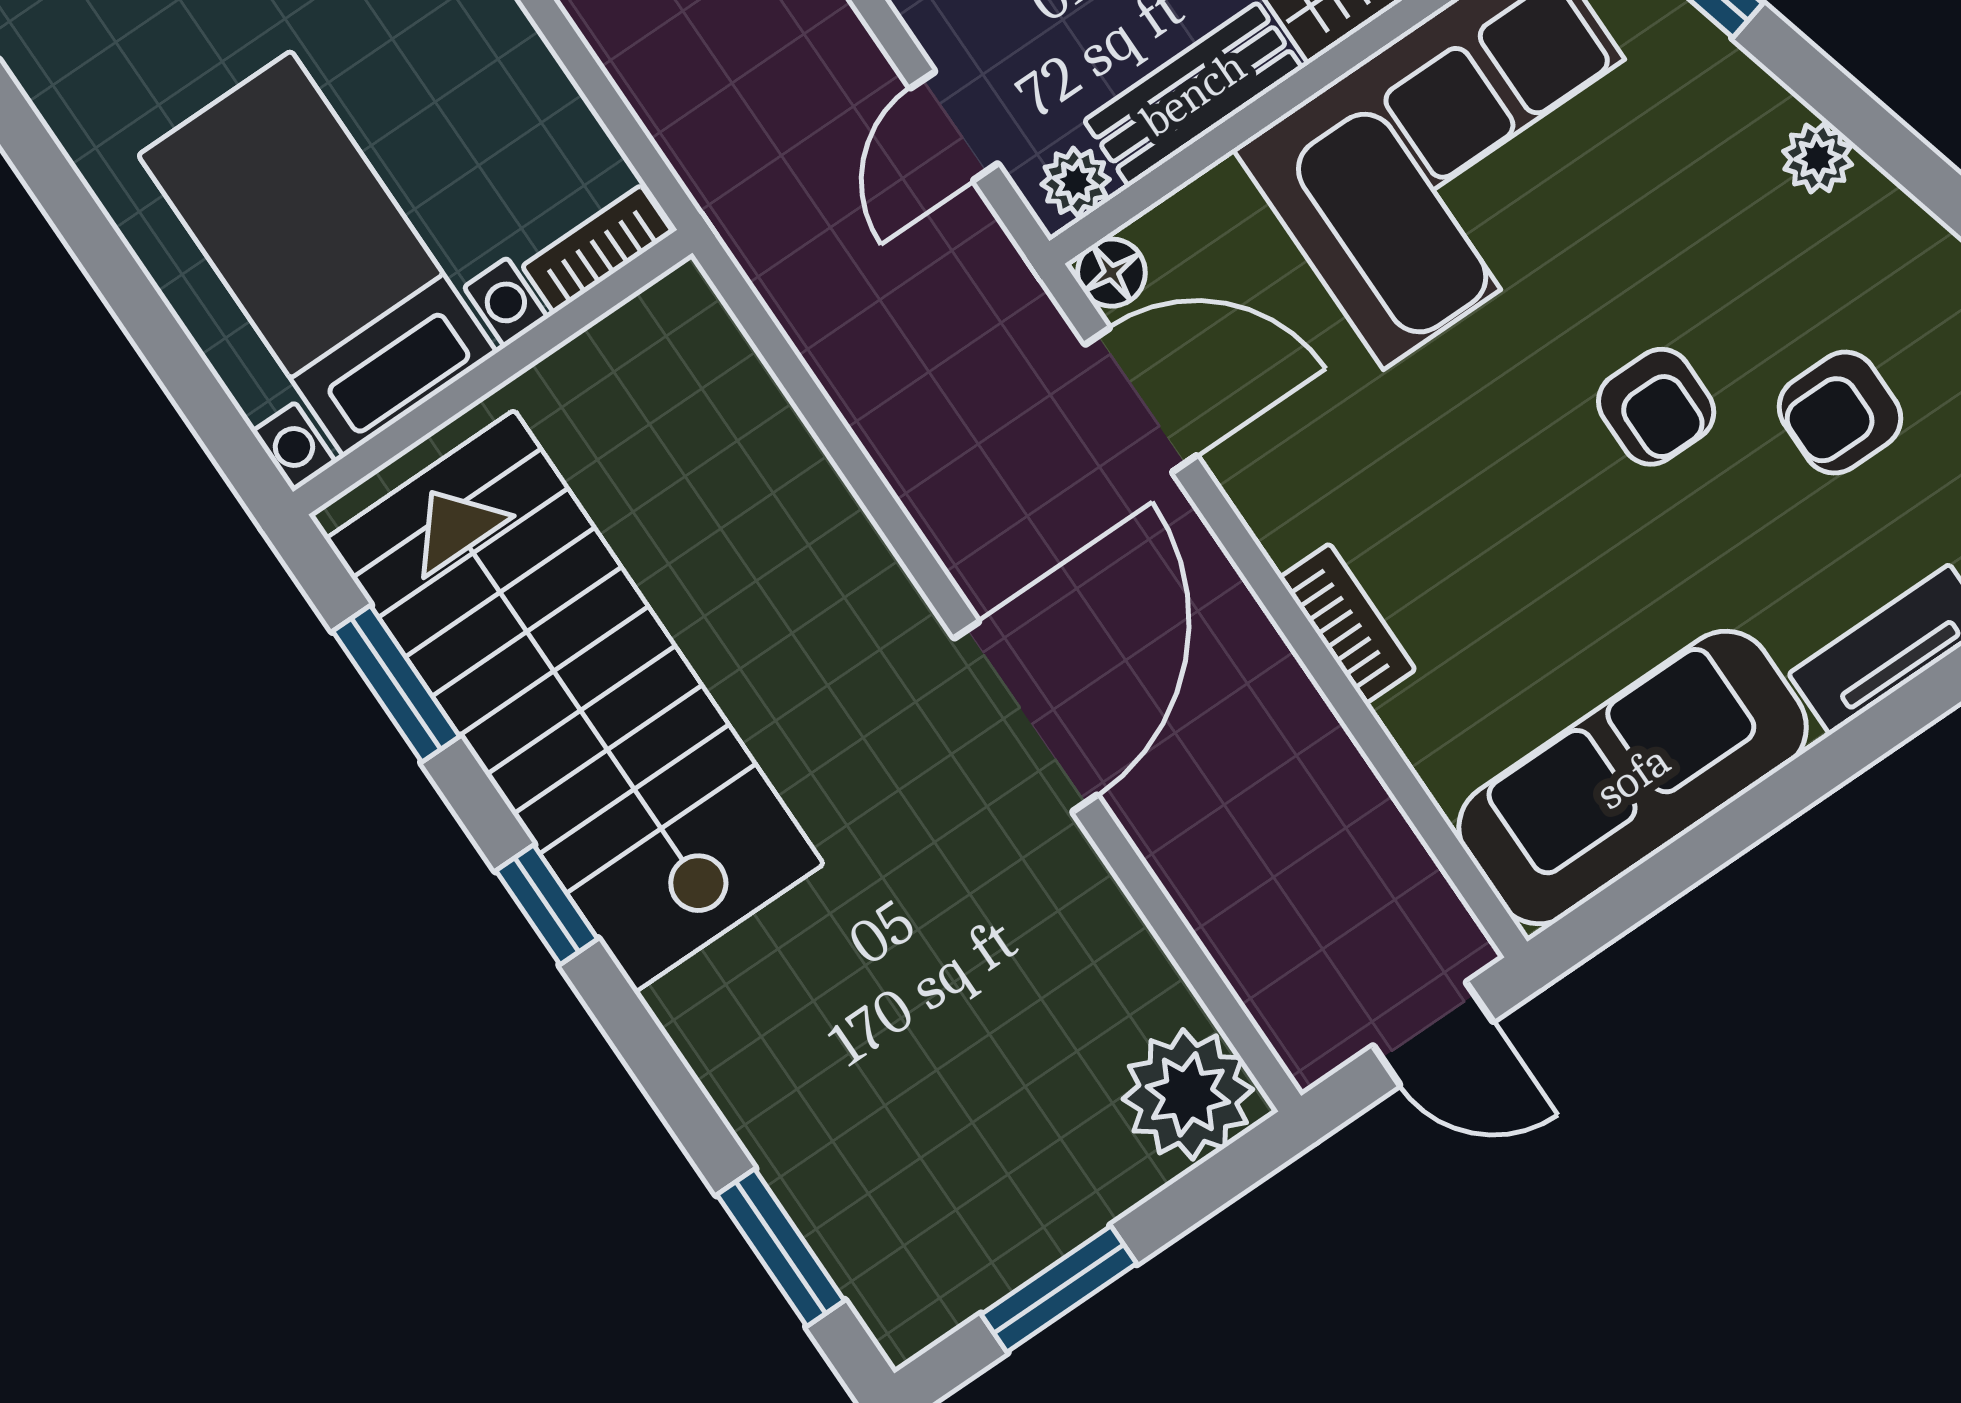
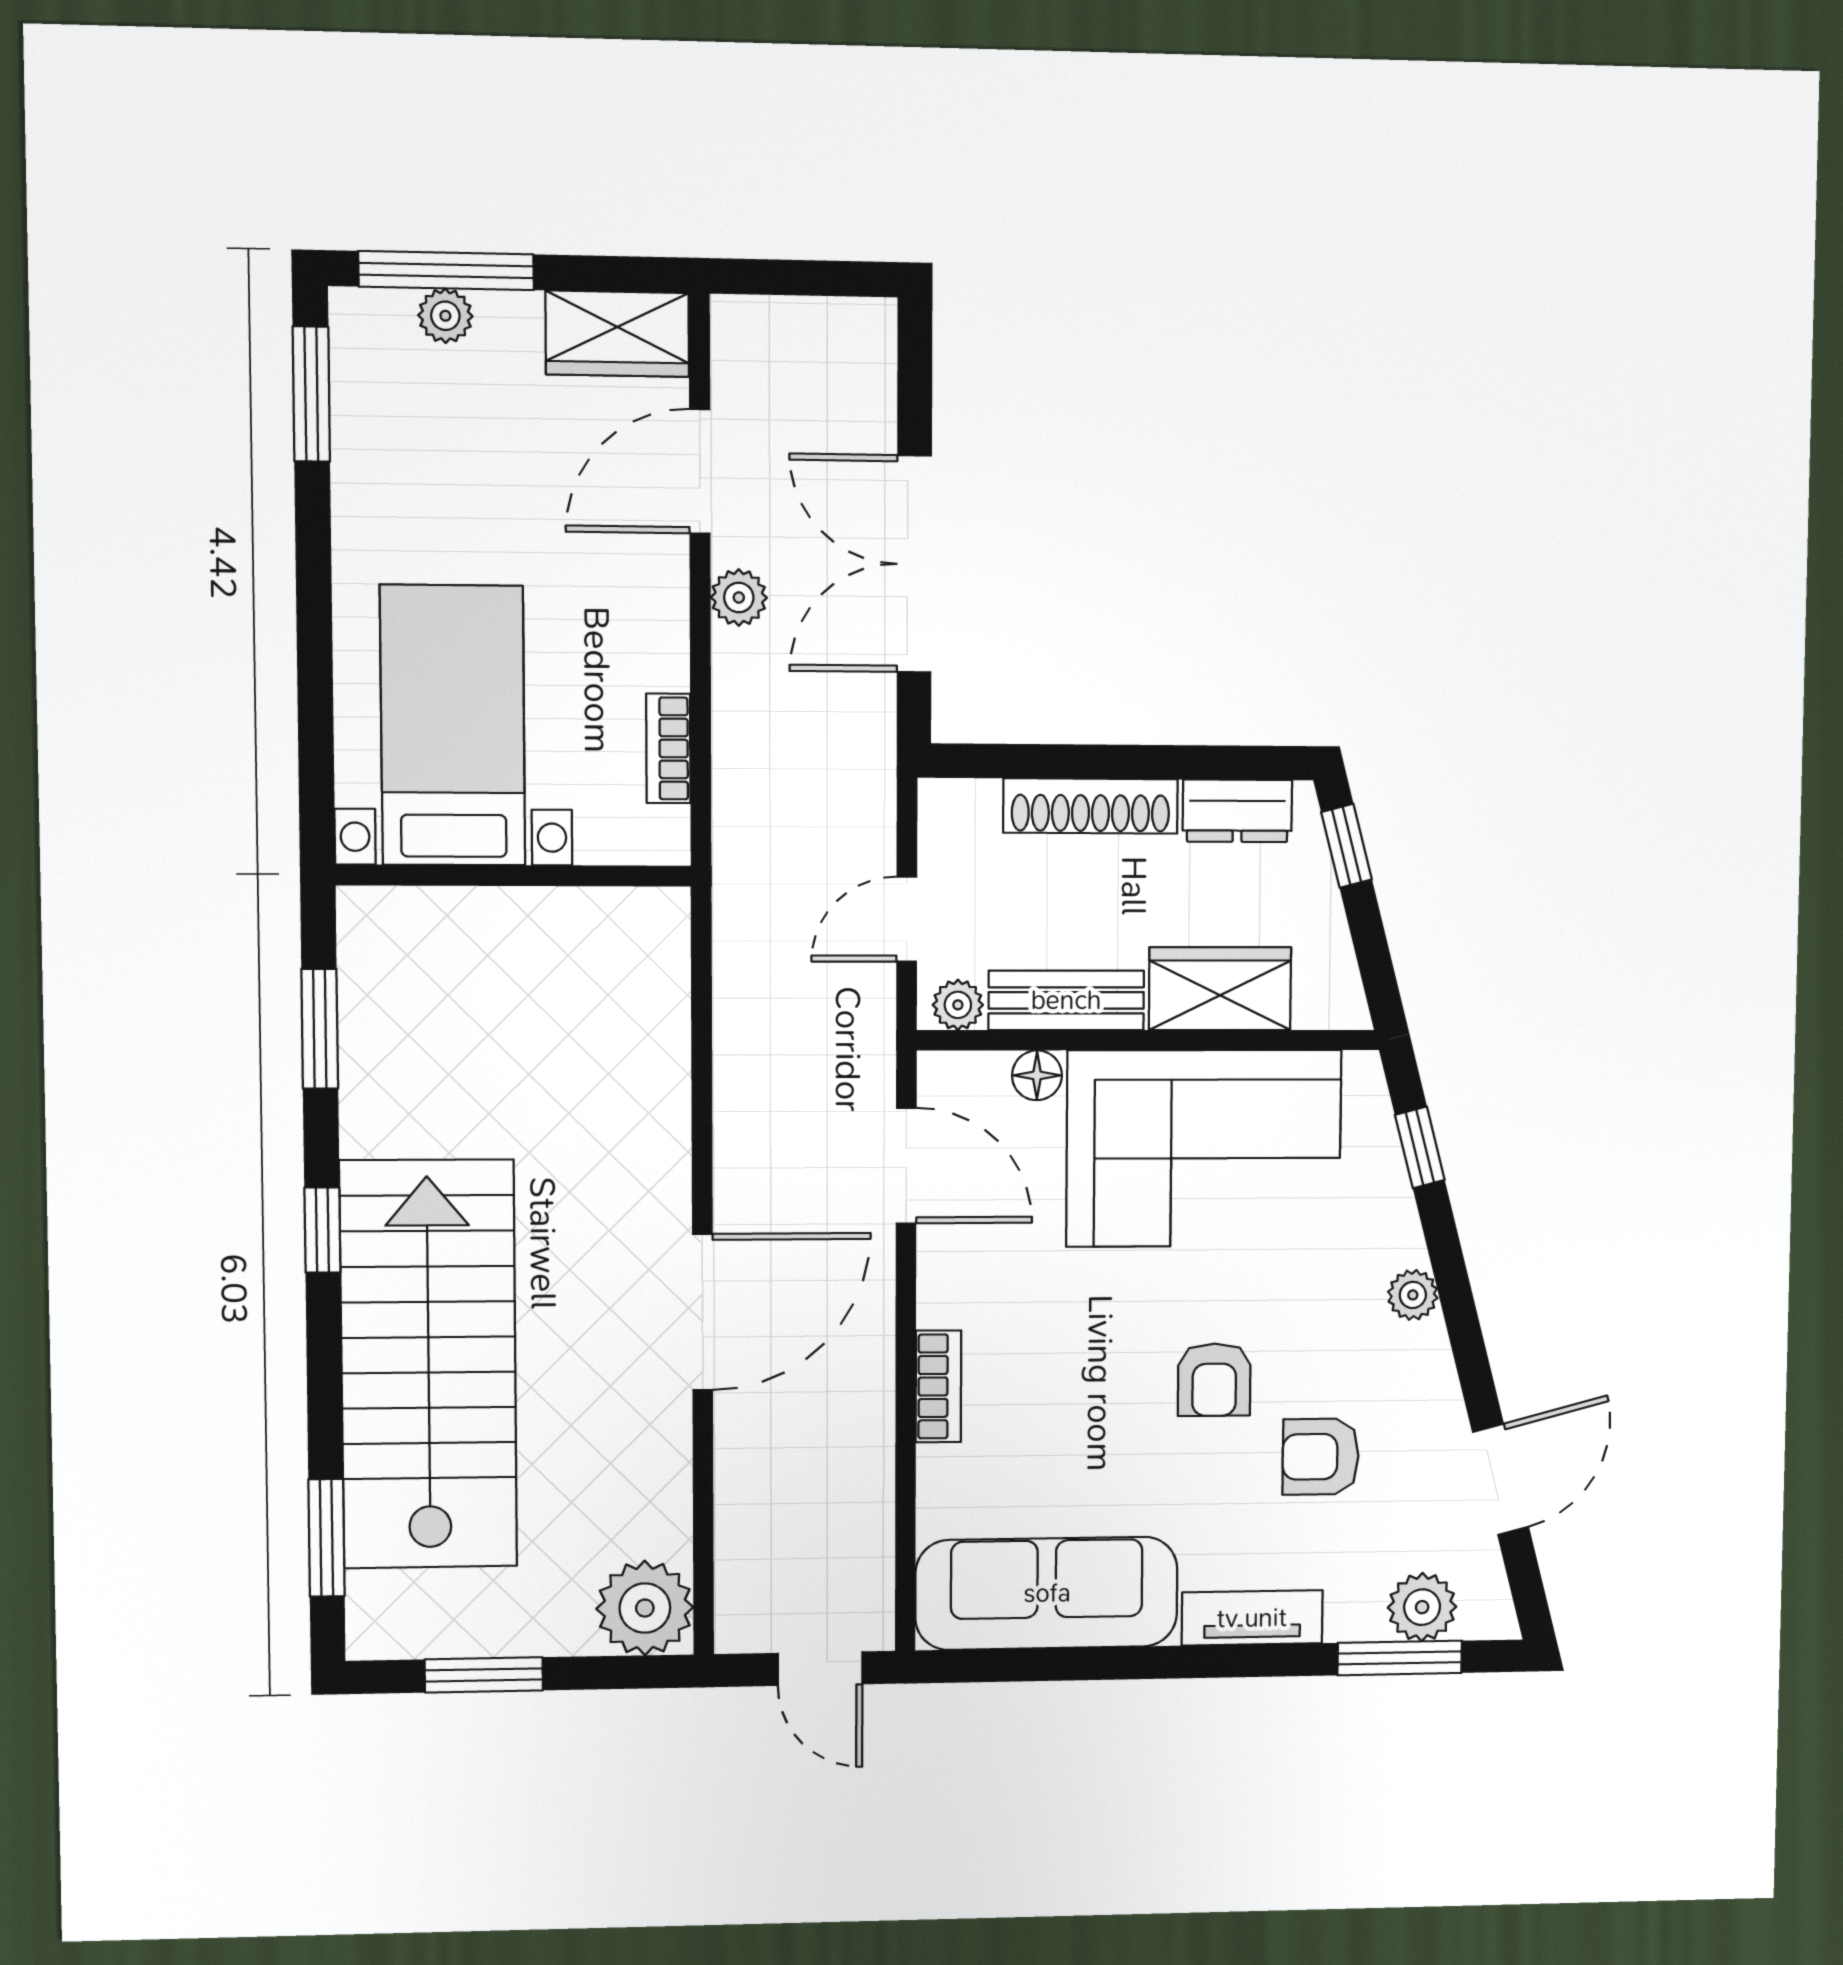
bookcase: (598, 249) -> (668, 748), moved, turned -90
floor lamp: (1111, 273) -> (1037, 1075), moved
stairs: (574, 701) -> (429, 1364), moved

